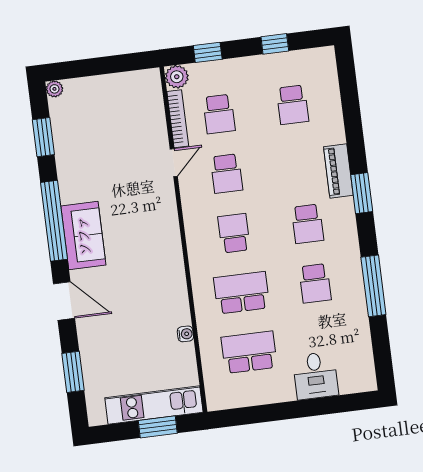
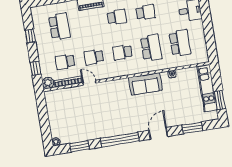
school desk: (293, 105) -> (59, 26), width x1.85
school desk: (219, 114) -> (65, 62), turned 180
school desk: (226, 174) -> (94, 57), turned 180
sofa: (83, 236) -> (145, 84), moved, turned 180
school desk: (242, 293) -> (151, 48), turned 180
school desk: (249, 352) -> (180, 43), turned 180
window: (158, 427) -> (220, 100), moved

